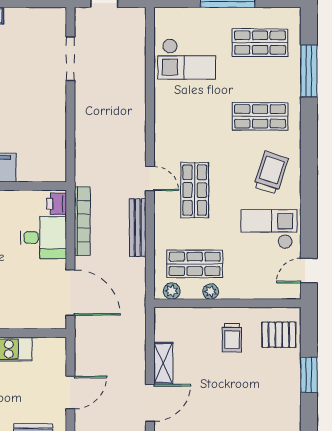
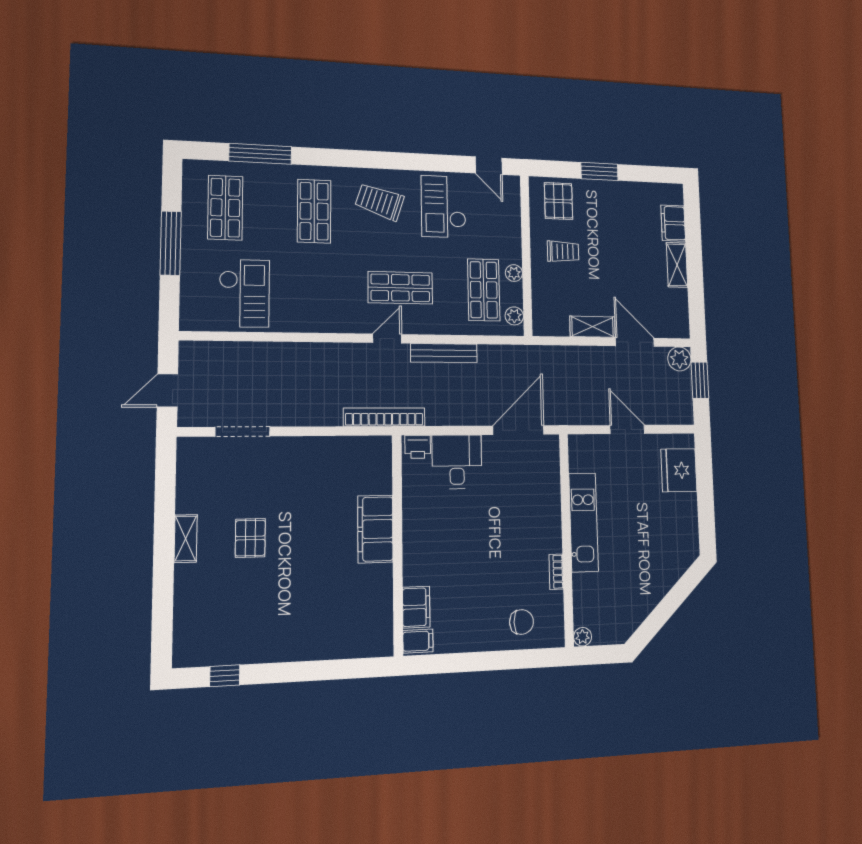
bookcase: (82, 221) -> (384, 417), moved

